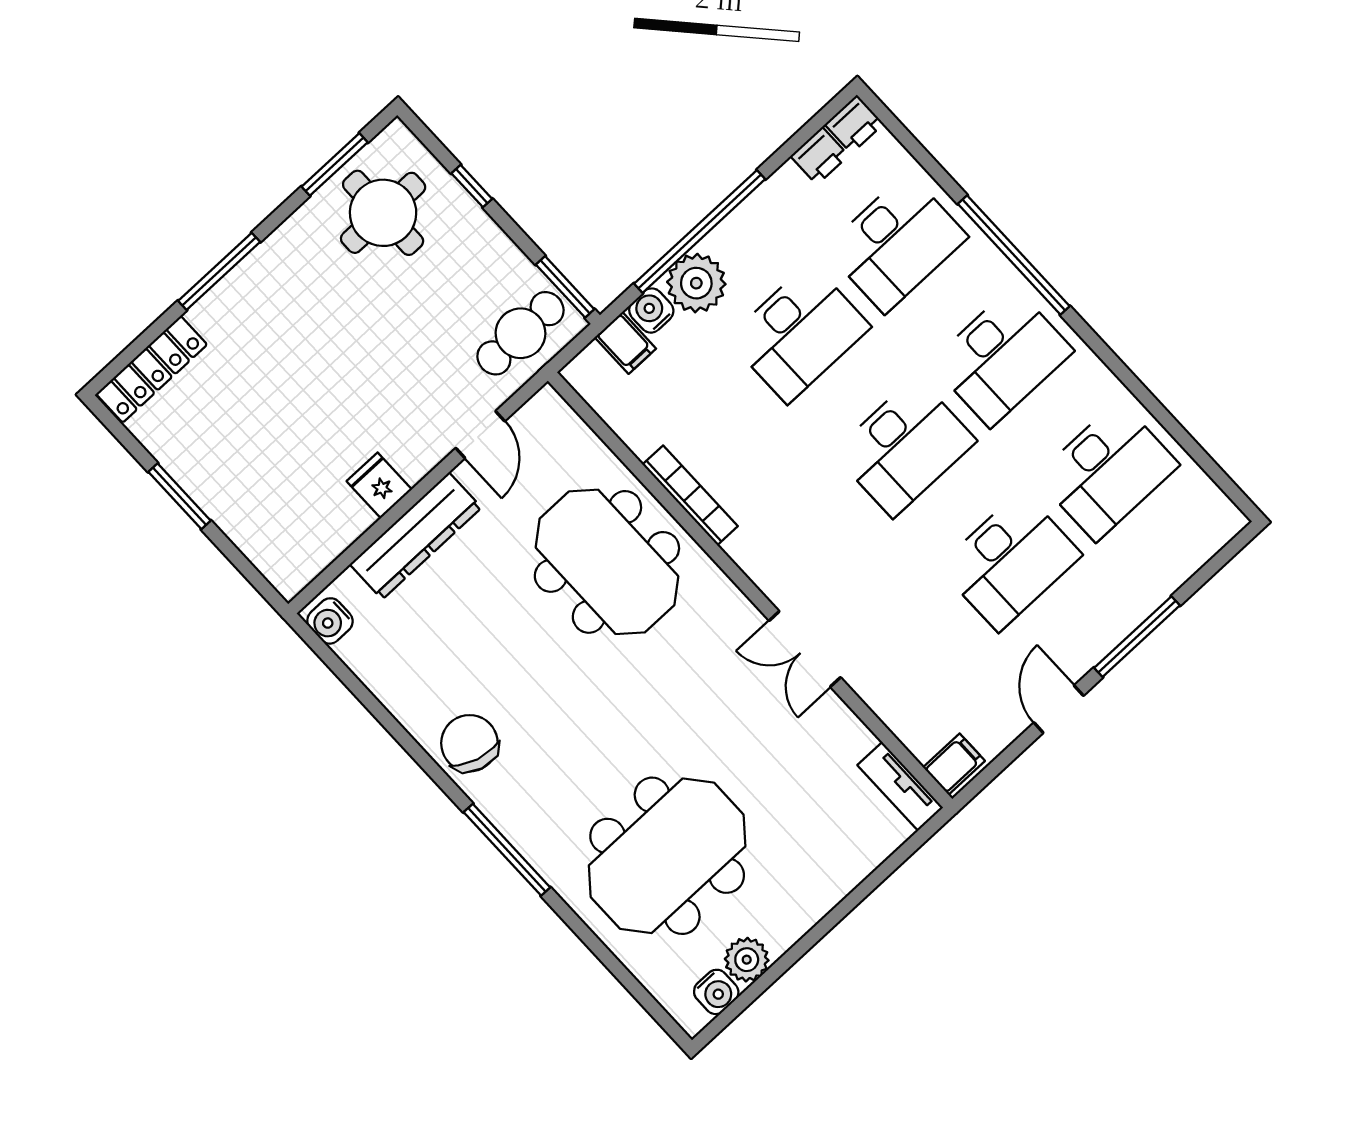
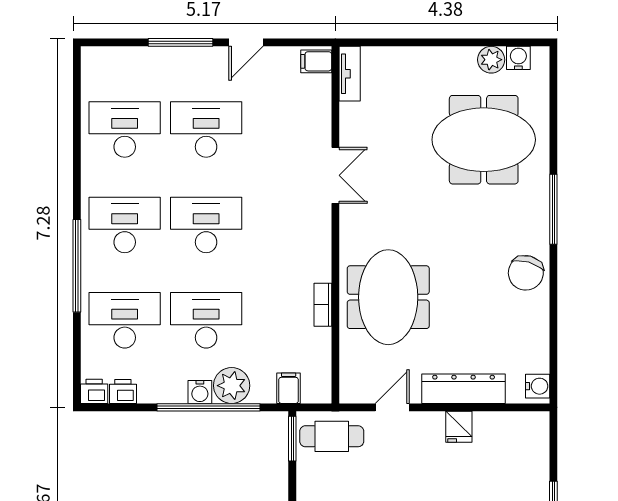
water cooler: (651, 311) -> (200, 392), moved
bookcase: (690, 495) -> (323, 305), width x0.64

